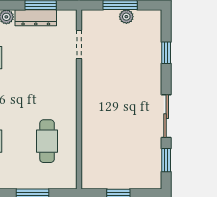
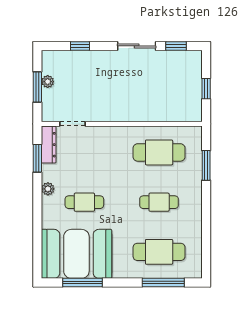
dresser: (36, 18) -> (49, 145), moved
cafe table: (47, 141) -> (159, 152), width x1.37, depth x1.35

